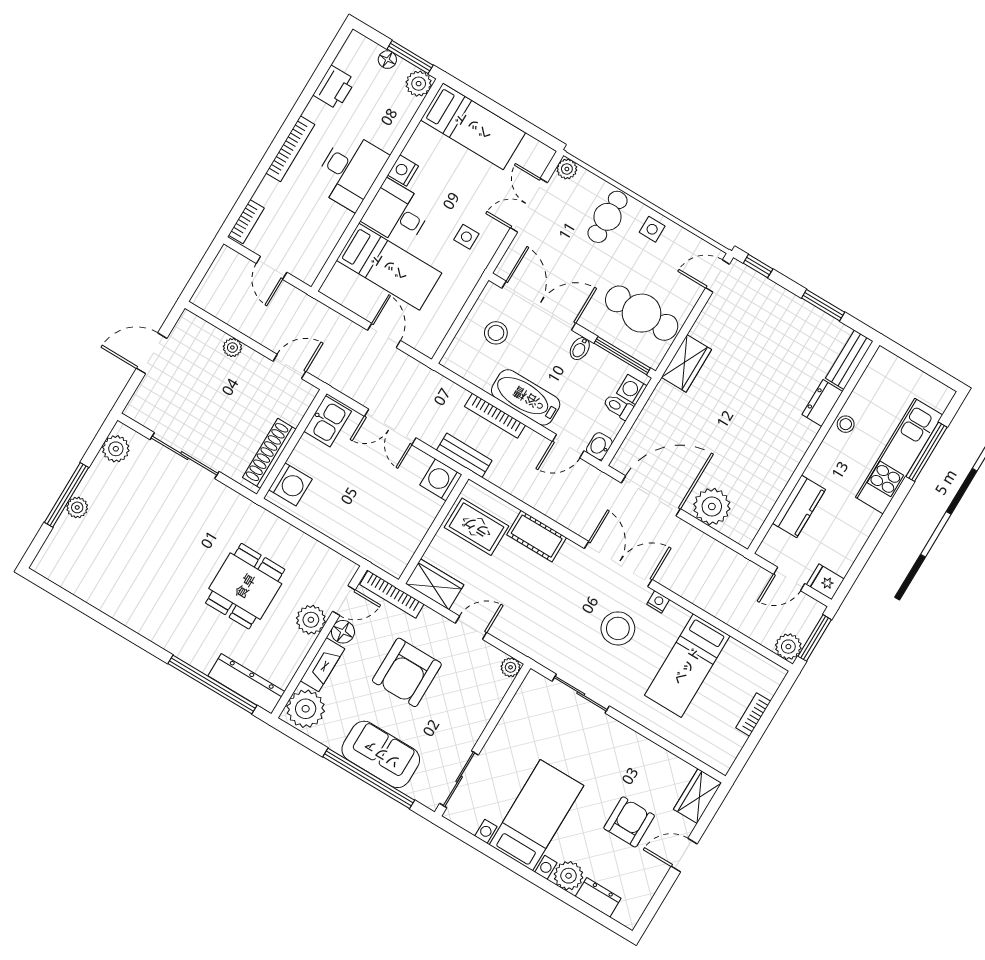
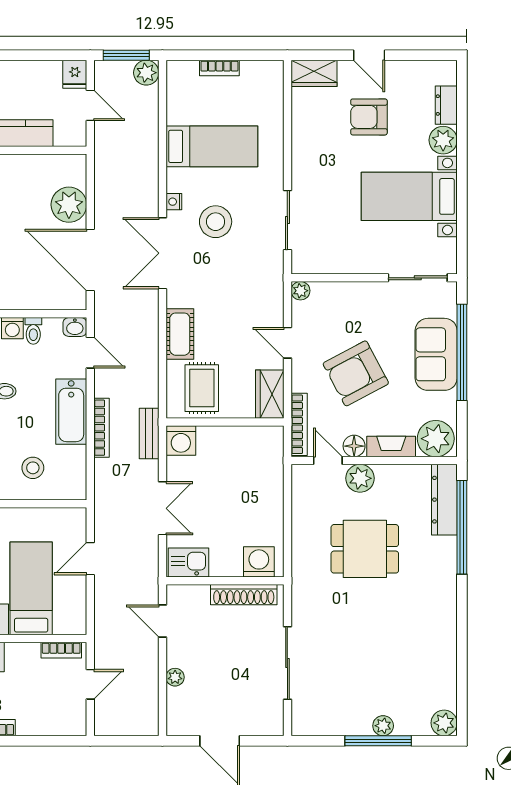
bookcase: (246, 222) -> (61, 650), moved, turned 180
plant: (116, 449) -> (444, 723), moved
armchair: (407, 672) -> (356, 373), turned 152

